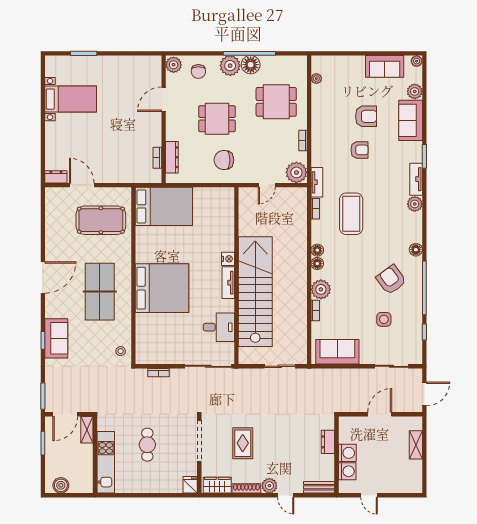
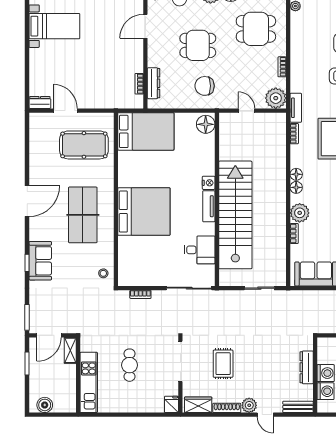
door: (267, 185) -> (247, 111), swing flipped
floor lamp: (225, 199) -> (206, 124), added
dresser: (328, 442) -> (307, 367), width x1.44

